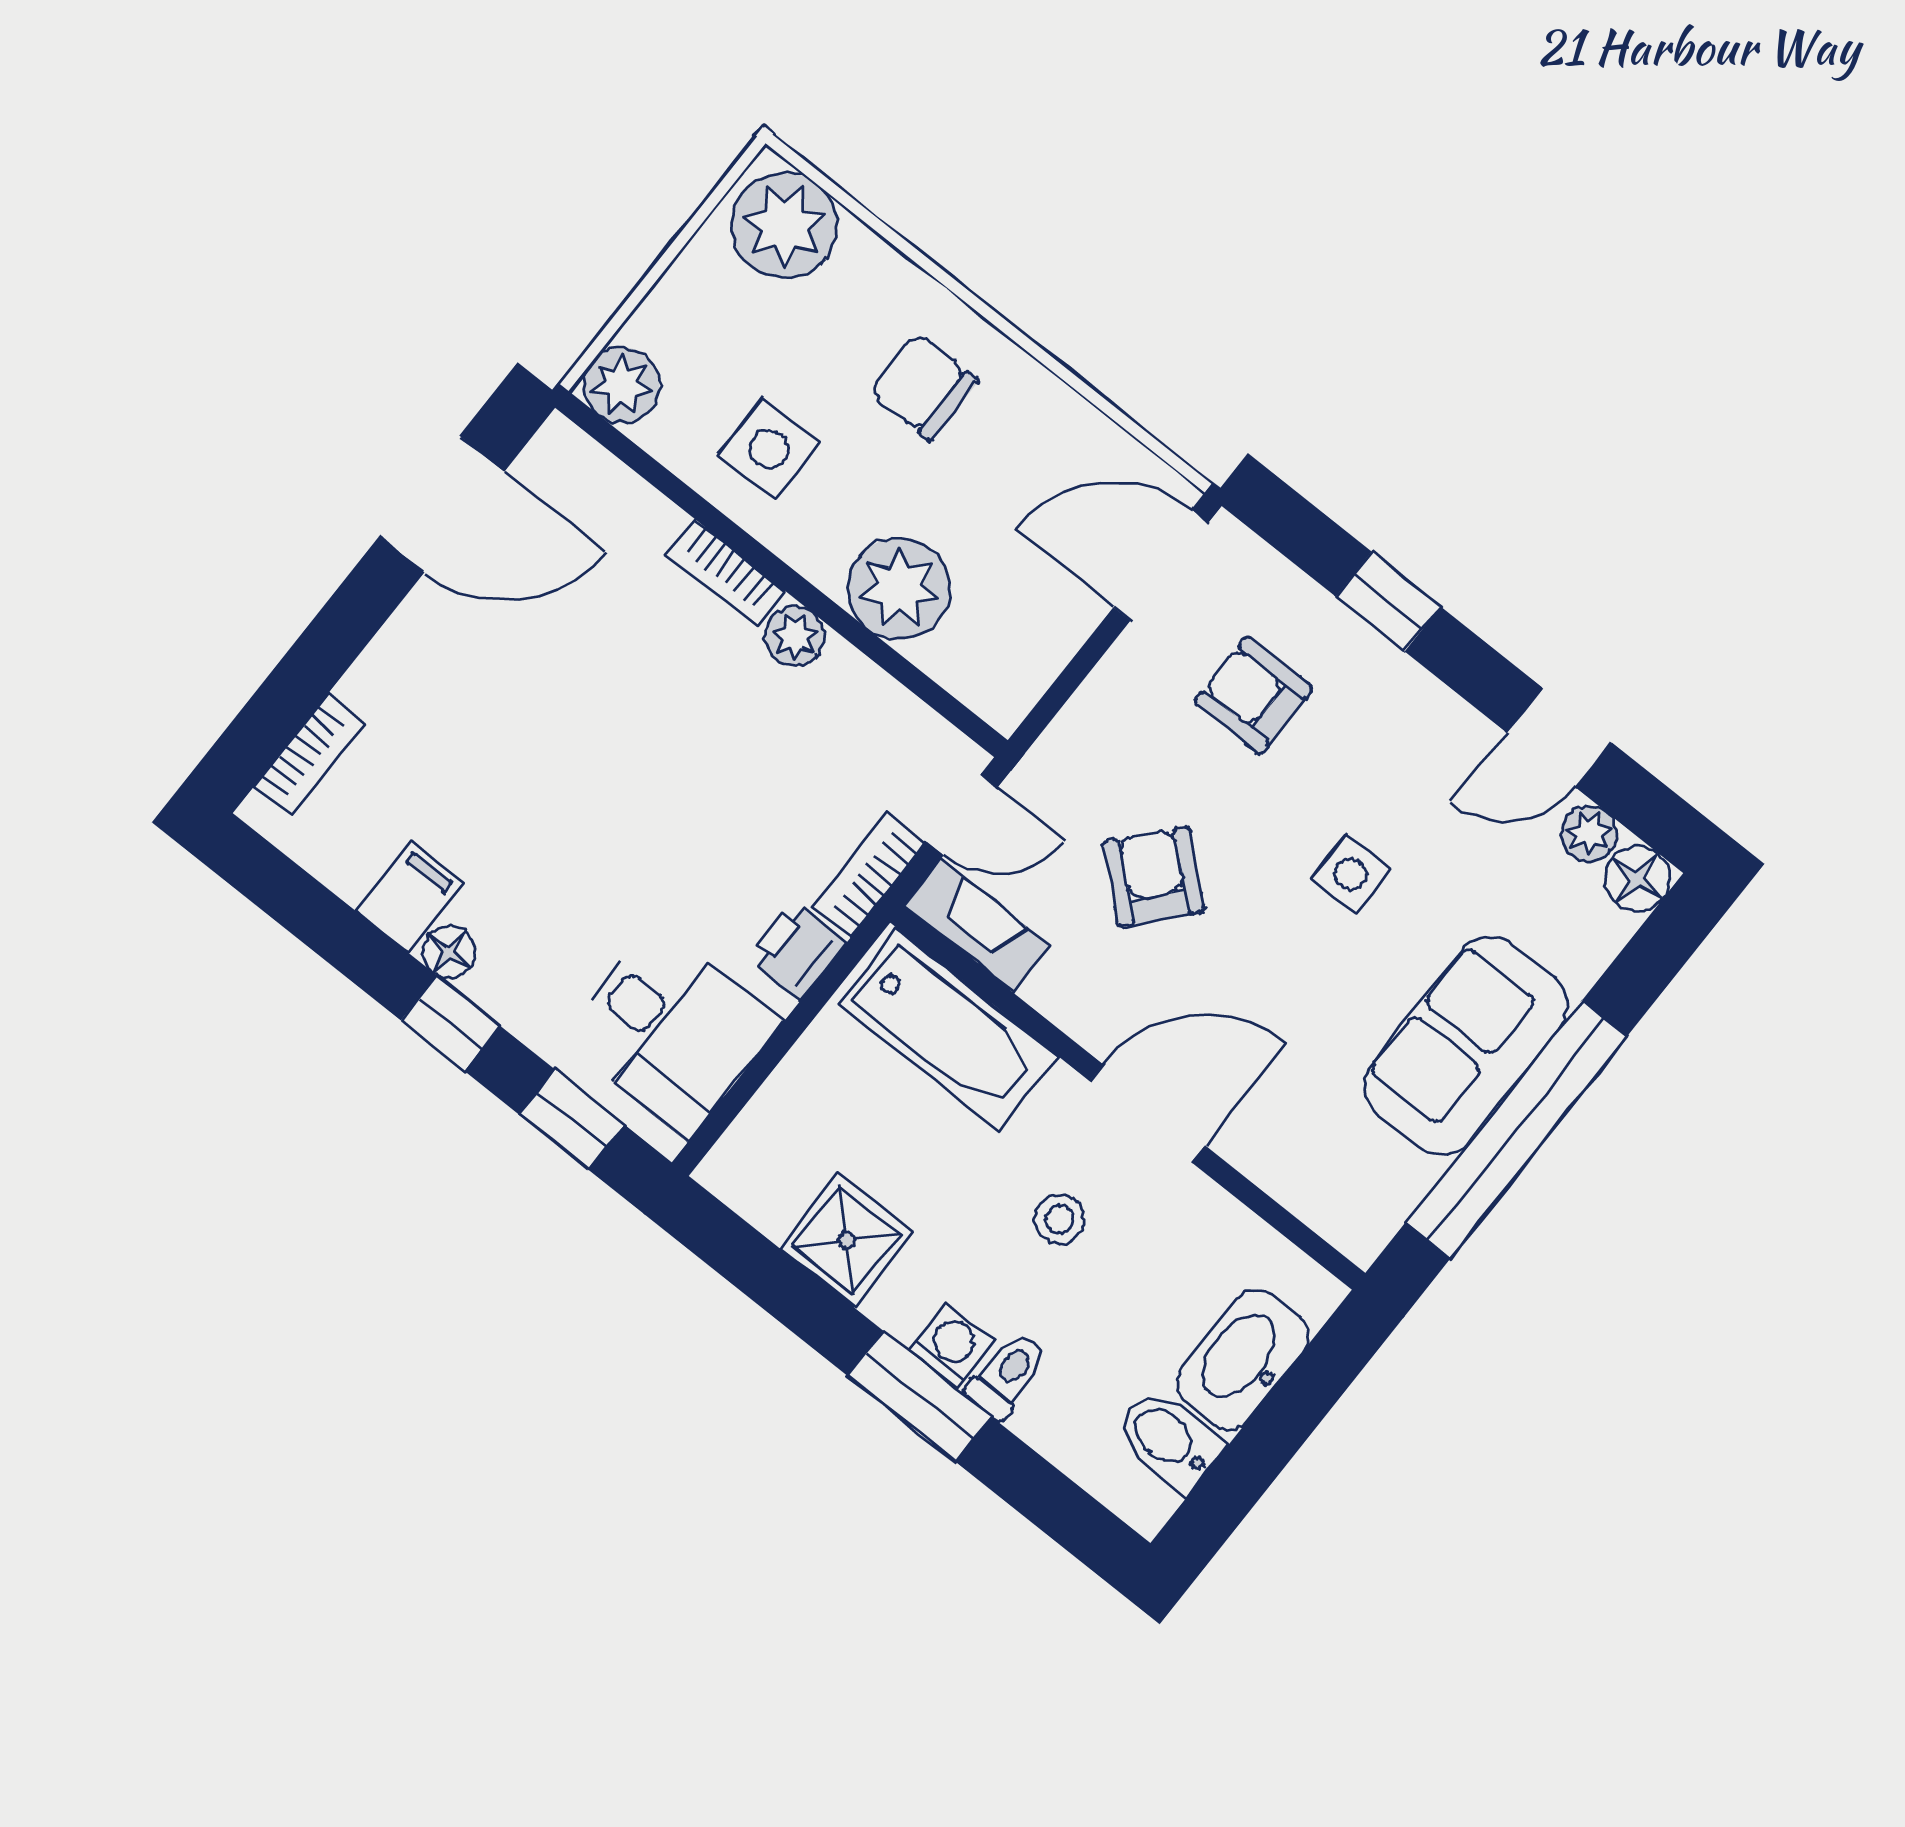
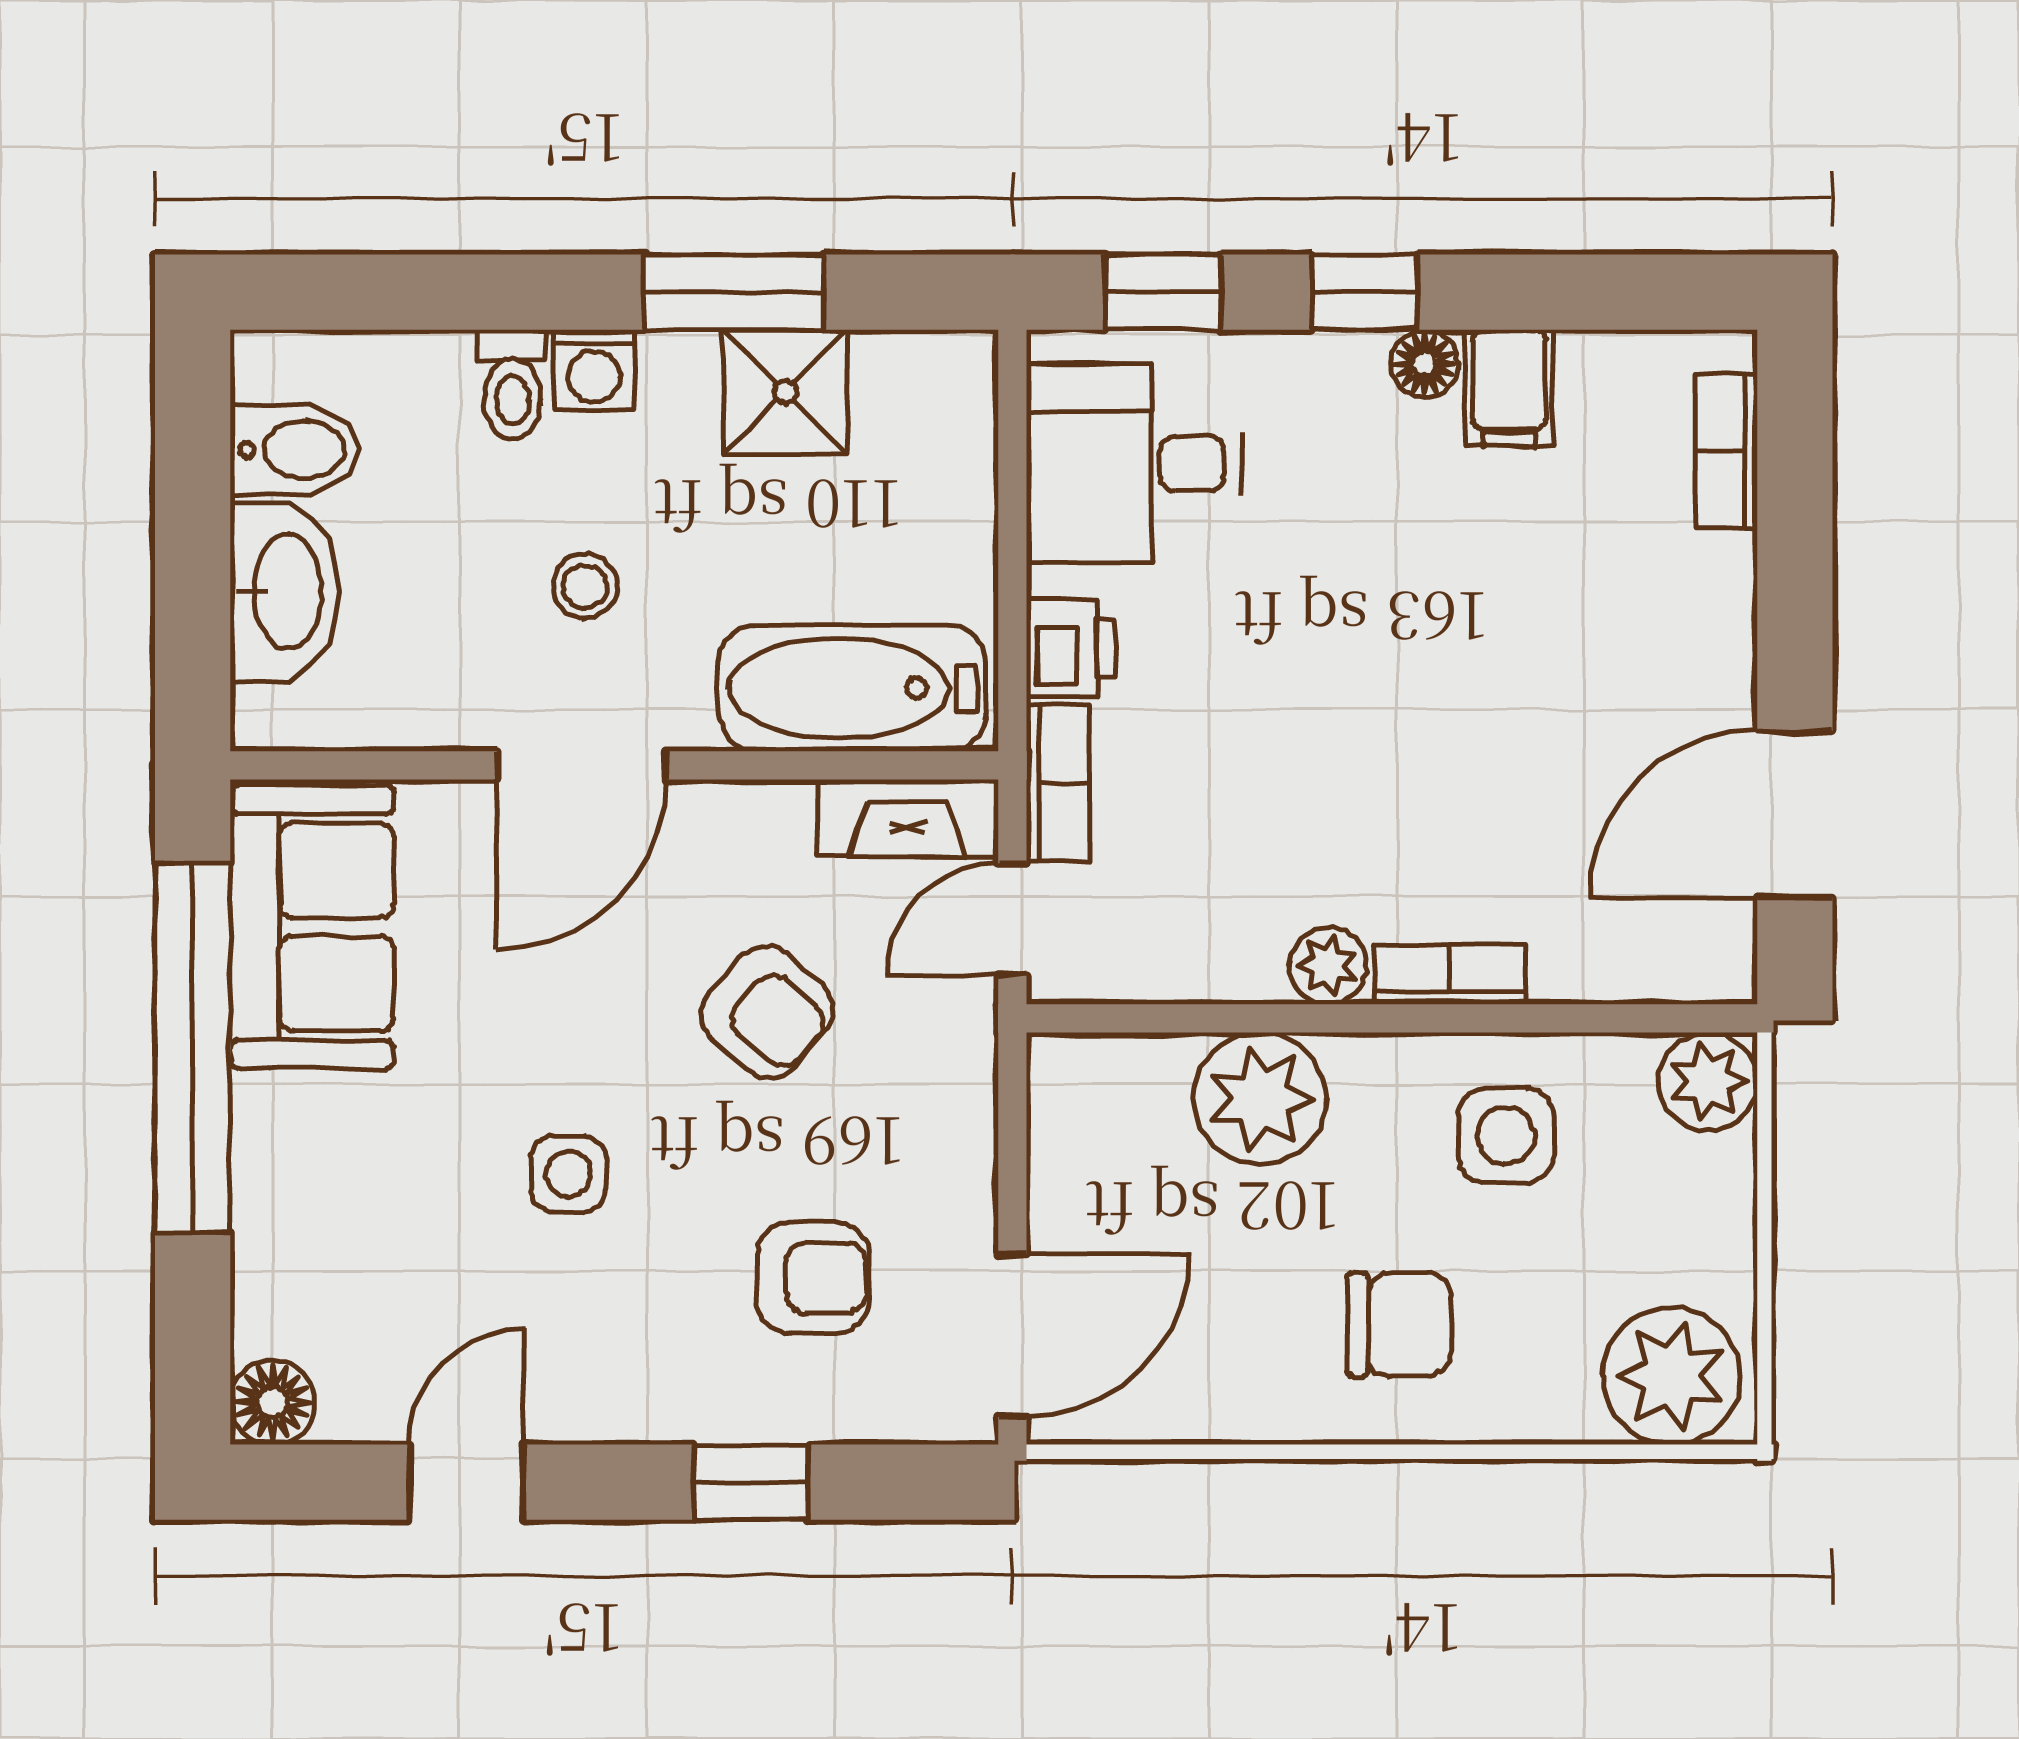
plant: (1589, 833) -> (359, 1409), removed
sofa: (1466, 1046) -> (312, 927), moved
window: (919, 1396) -> (733, 292), moved

